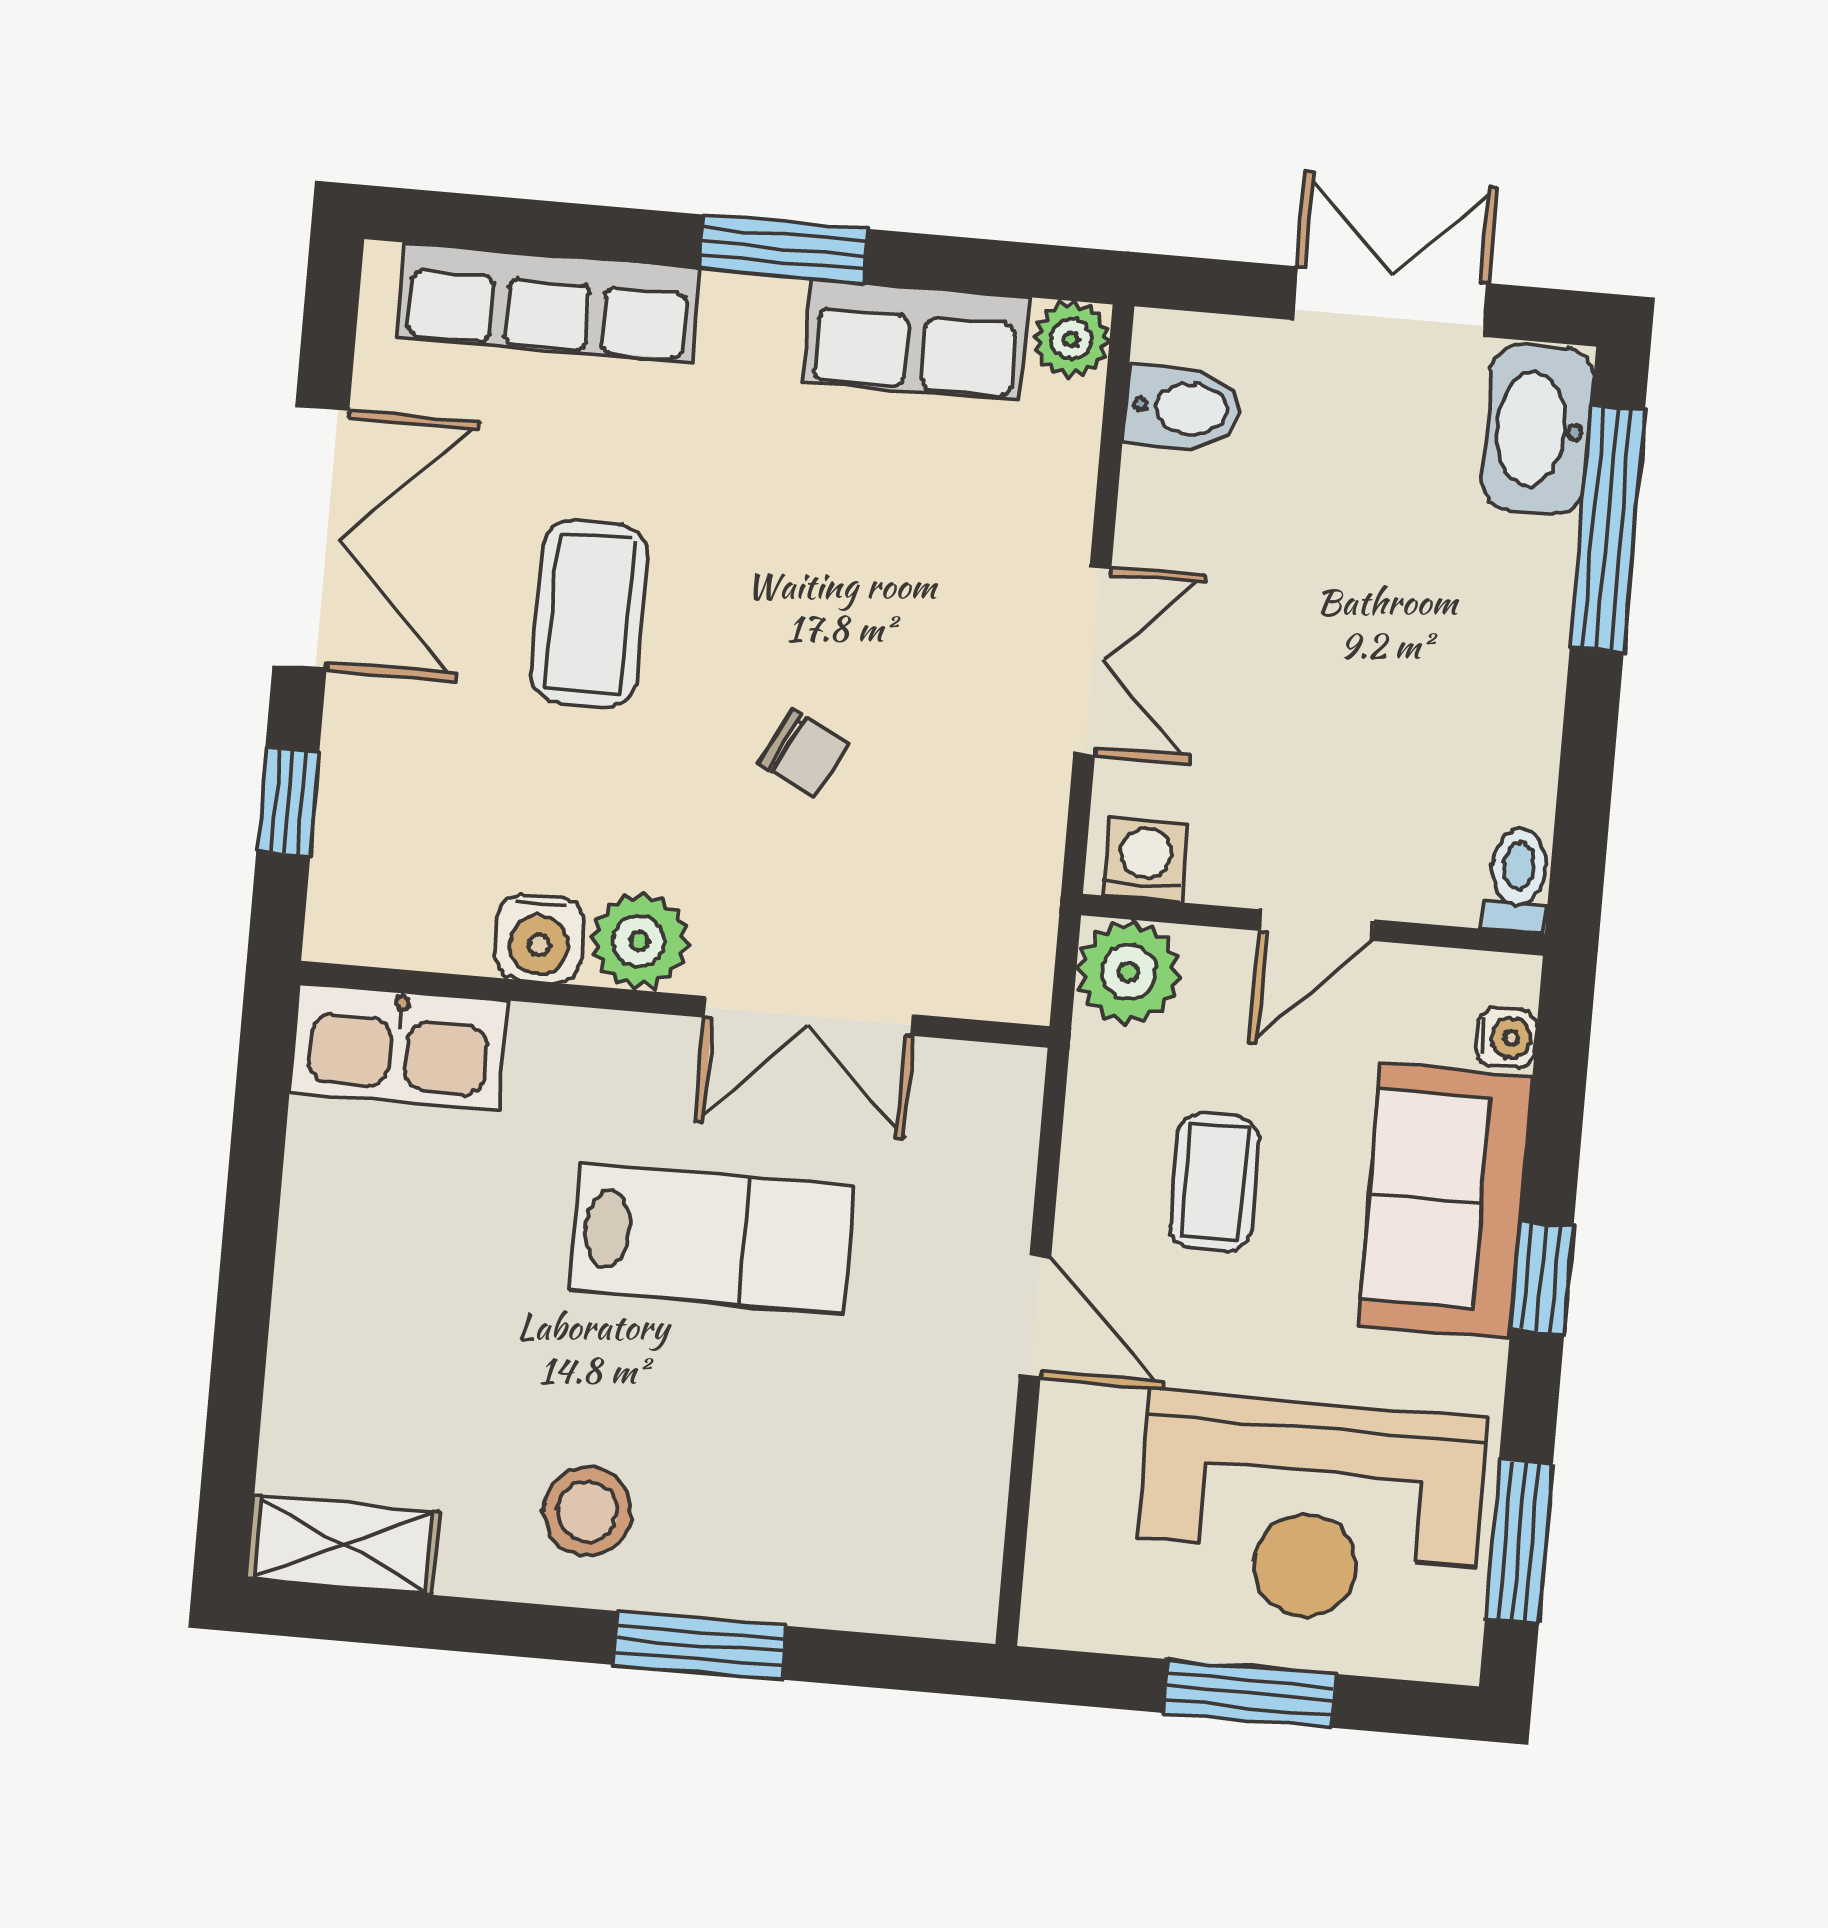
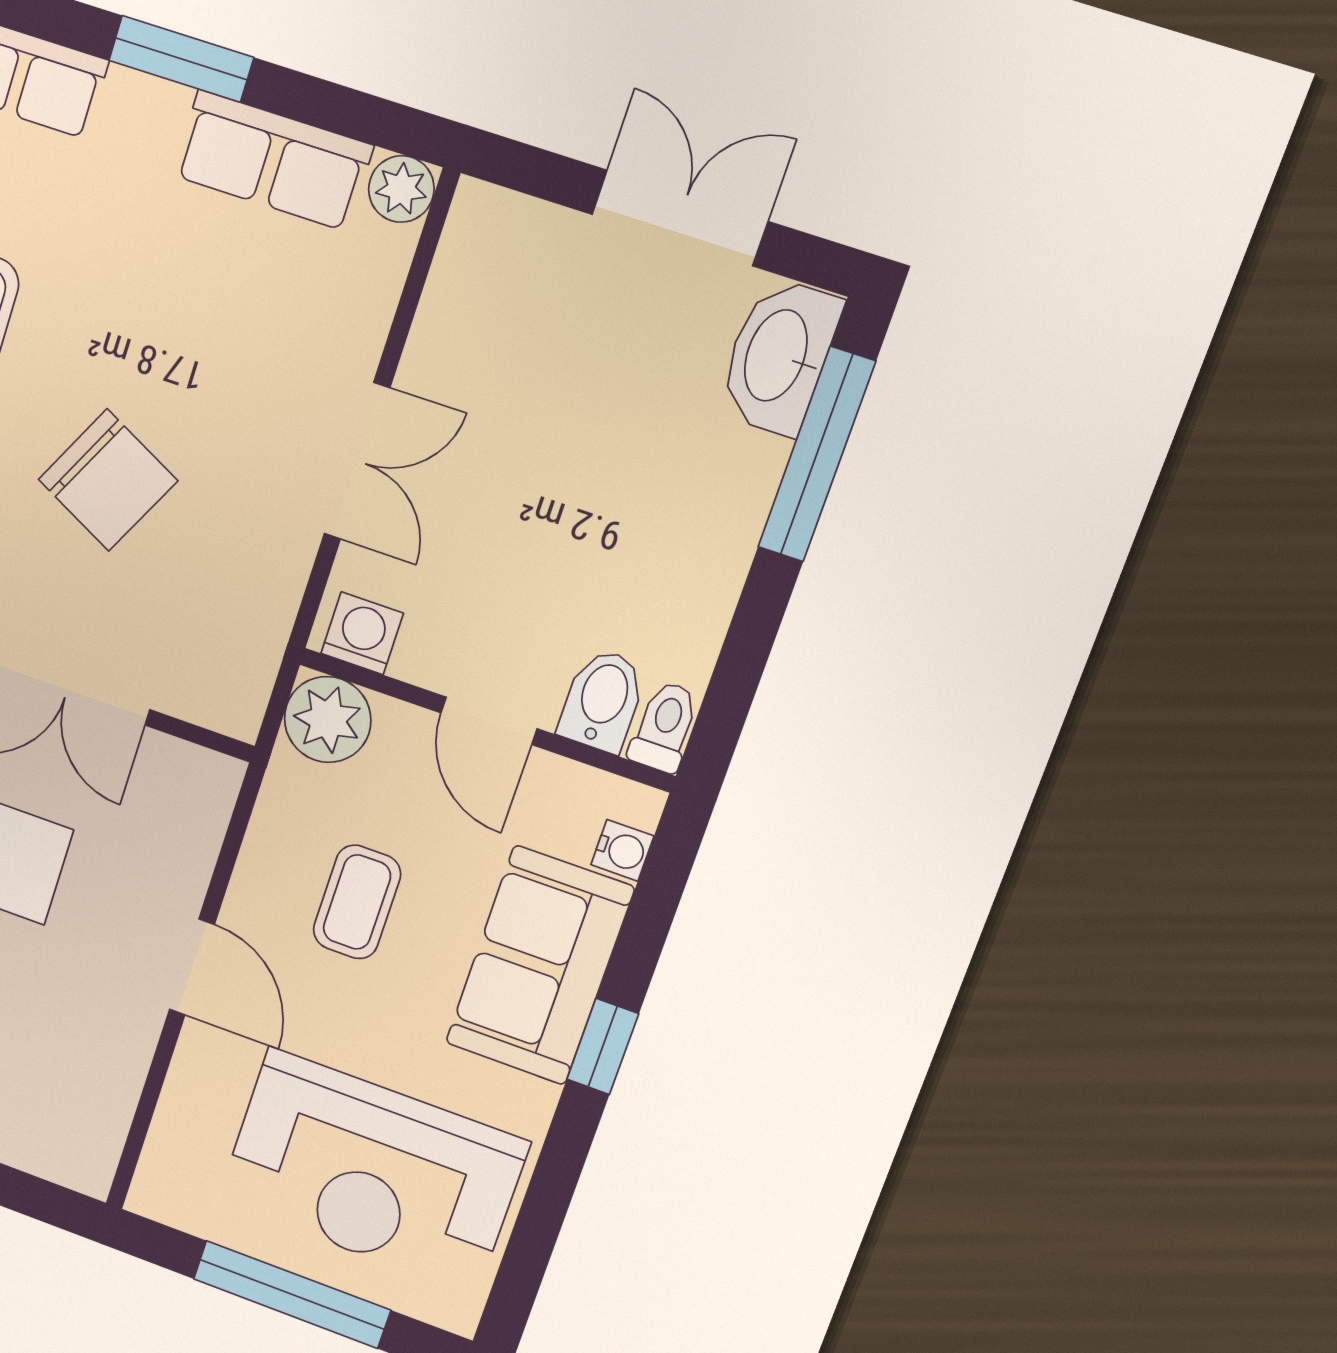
bidet: (1183, 408) -> (602, 700), moved, turned -90
chair: (804, 753) -> (108, 480), width x1.87, depth x1.87
door: (1317, 925) -> (489, 721), hinge flipped
window: (1519, 1541) -> (532, 1242), removed
window: (1249, 1693) -> (292, 1294), width x1.44

